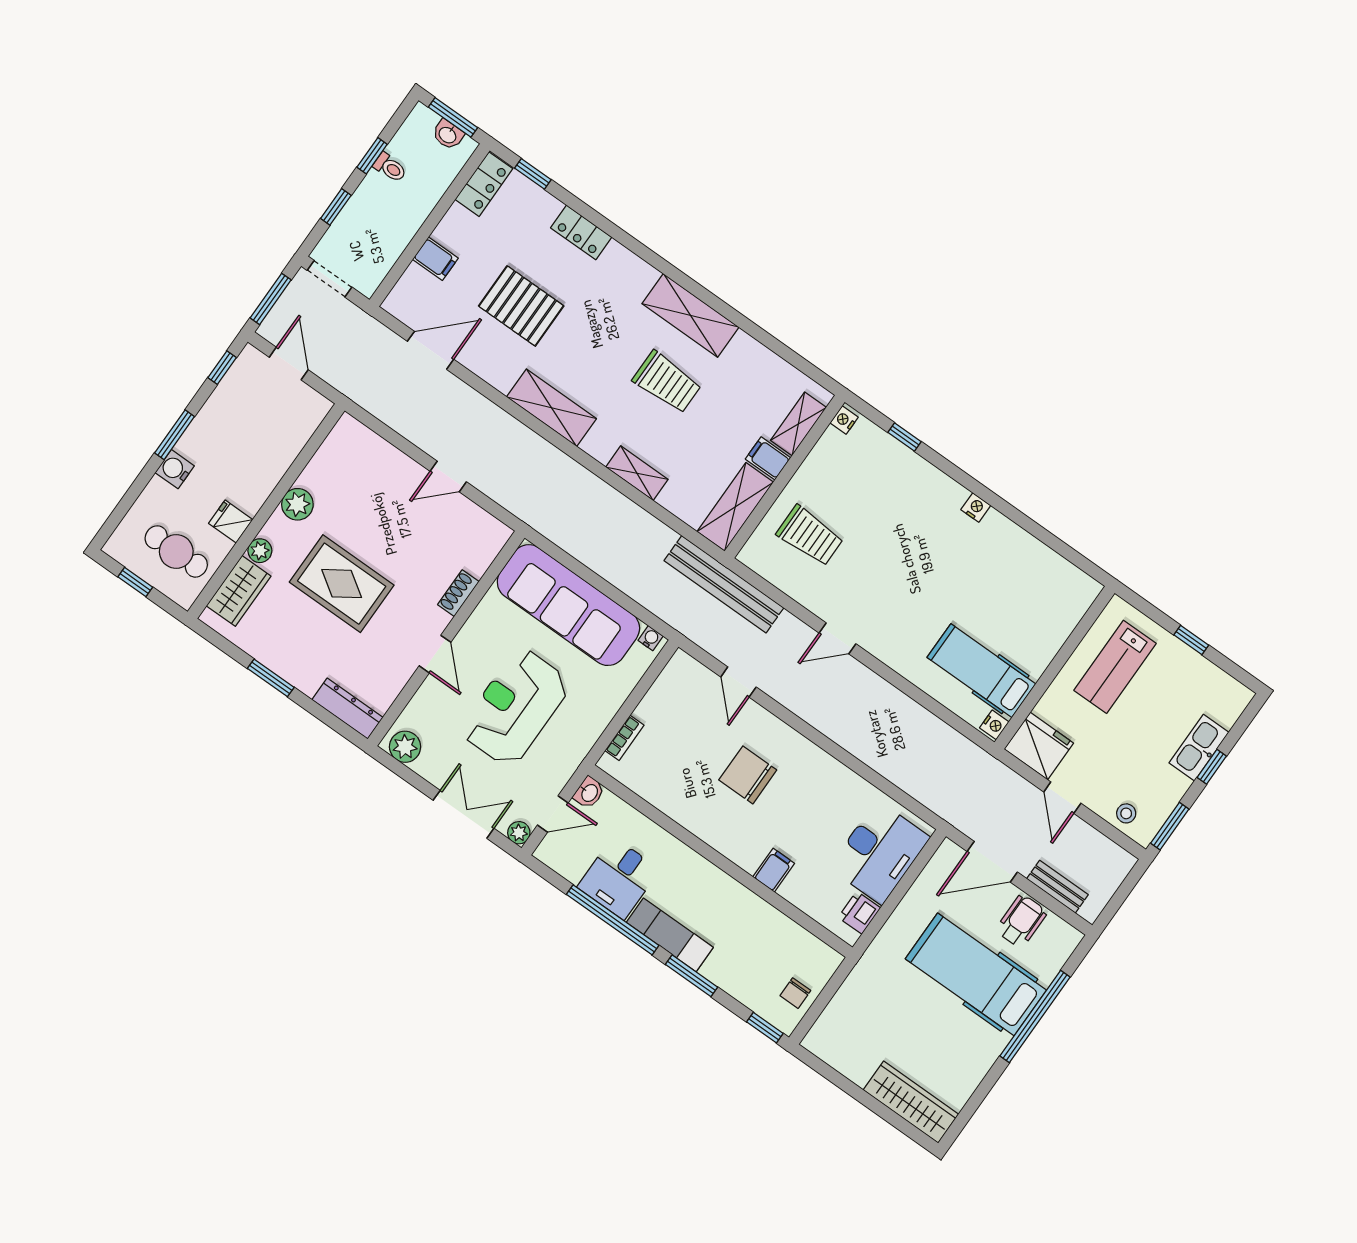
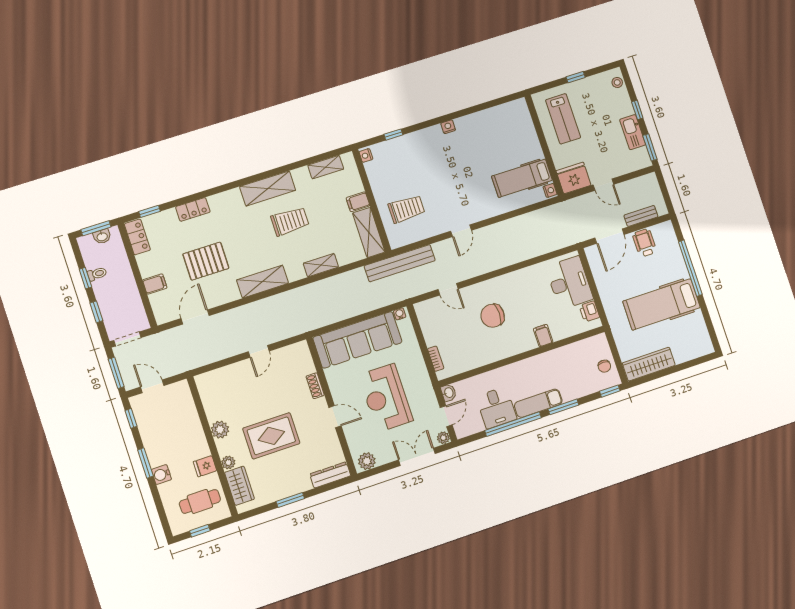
shelving: (798, 424) -> (326, 167), moved, turned 90
kitchen sink: (1199, 748) -> (633, 132), moved
stool: (1126, 813) -> (617, 82), moved
hospital bed: (976, 974) -> (662, 304), moved
wardrobe: (911, 1102) -> (649, 364), moved

